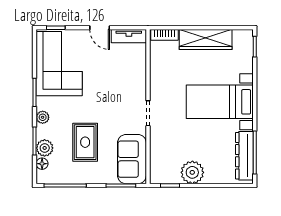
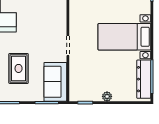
plant: (192, 172) -> (107, 96), width x0.53, depth x0.53

